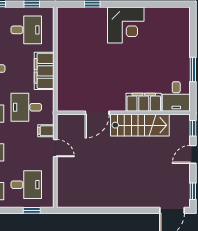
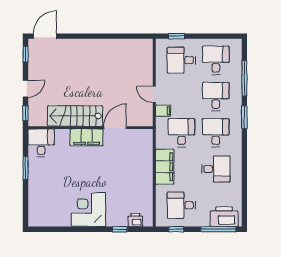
printer: (76, 14) -> (135, 220), added
filing cabinet: (144, 102) -> (87, 137), moved
desk: (26, 107) -> (182, 133), turned -90

